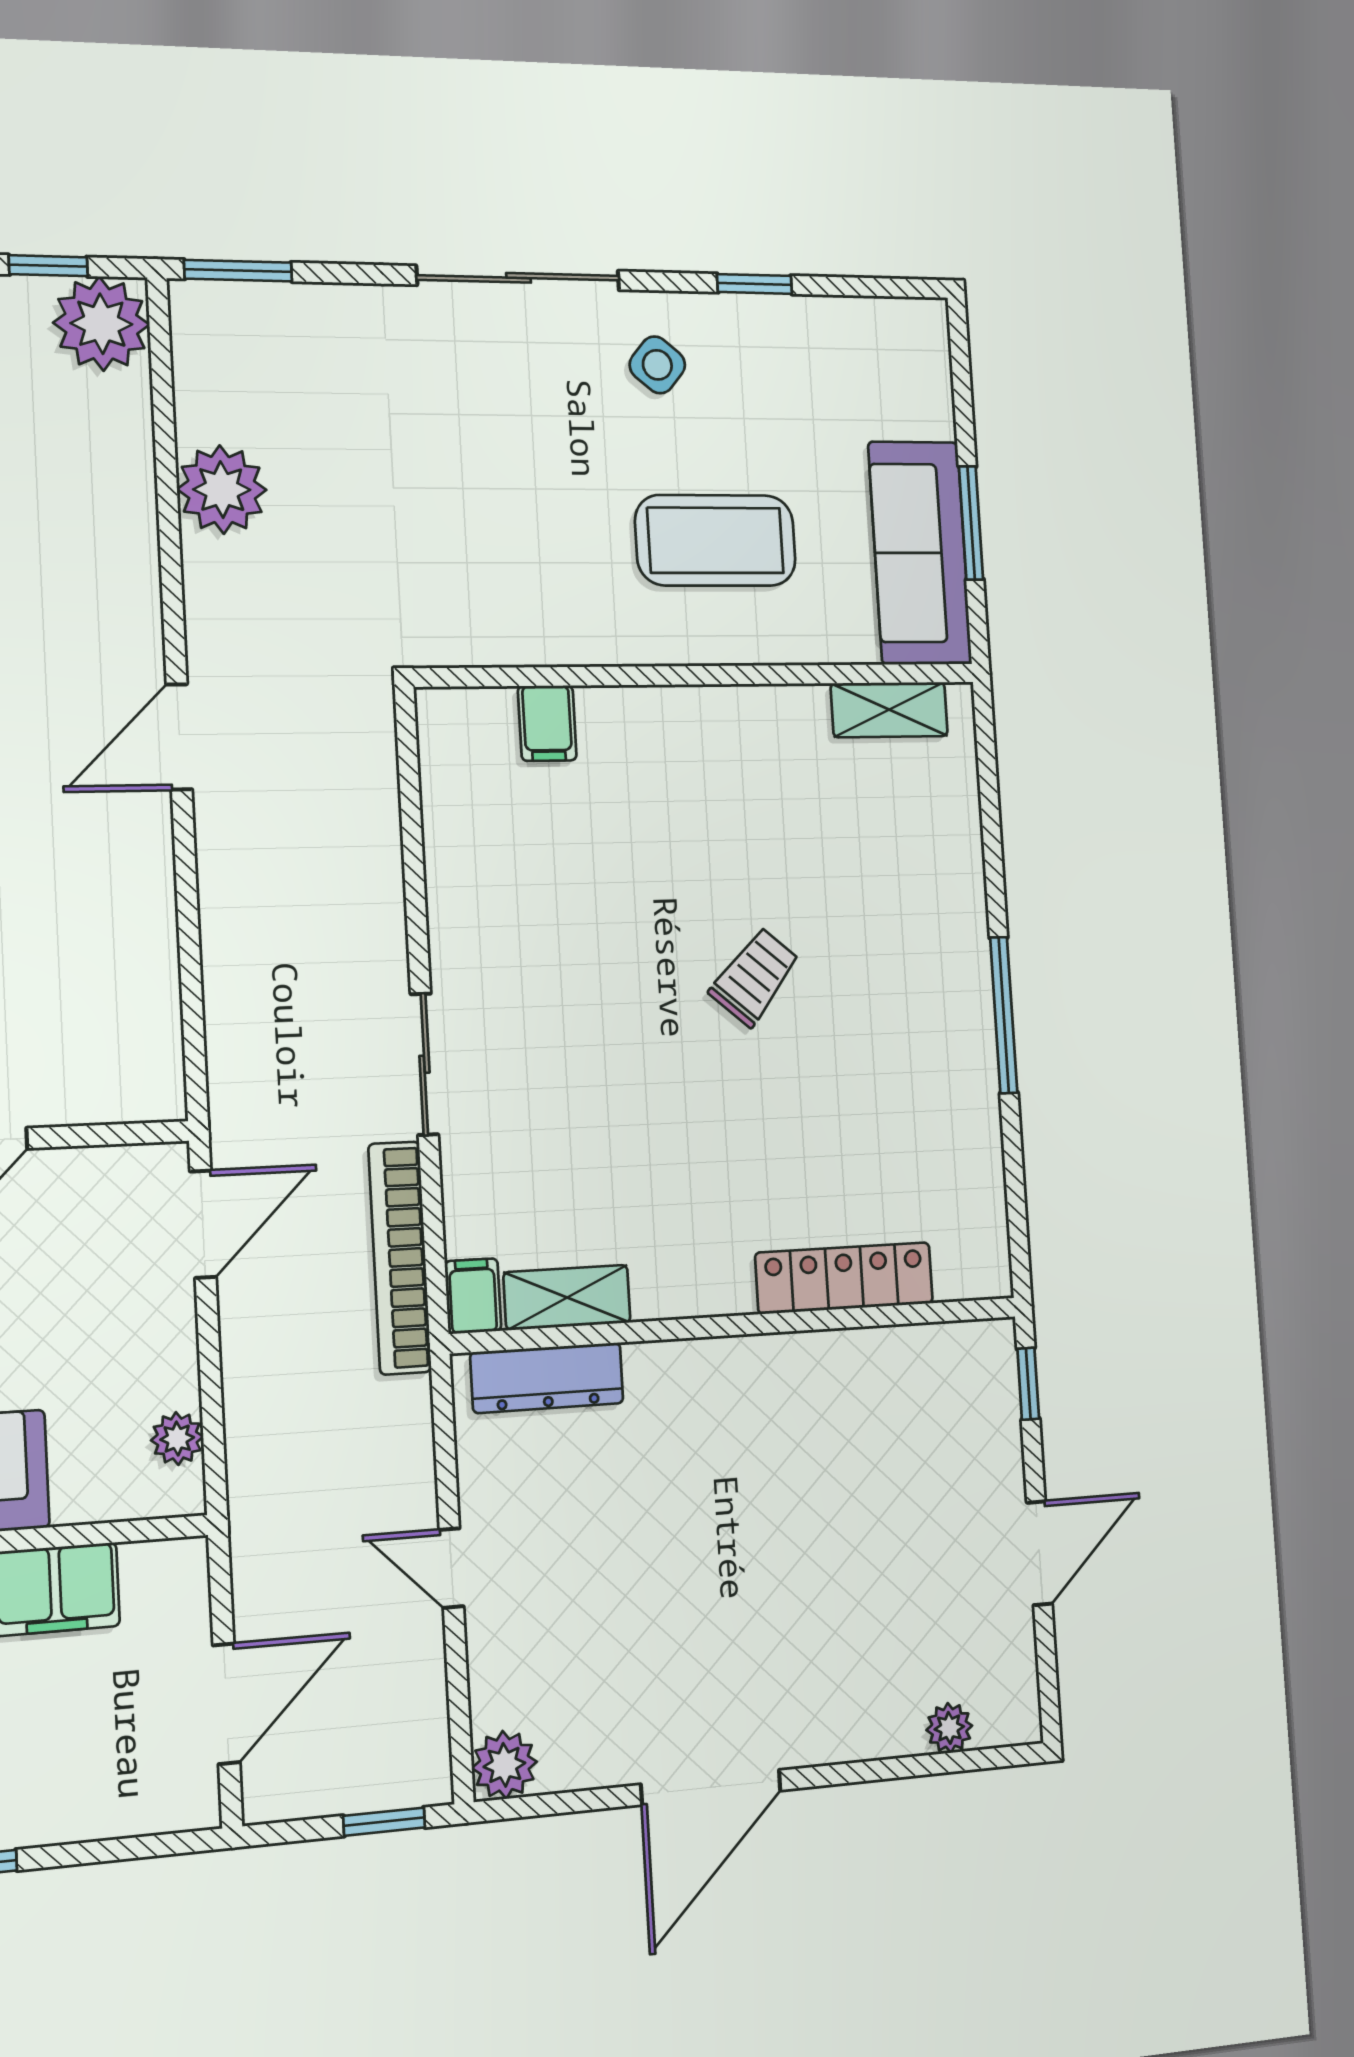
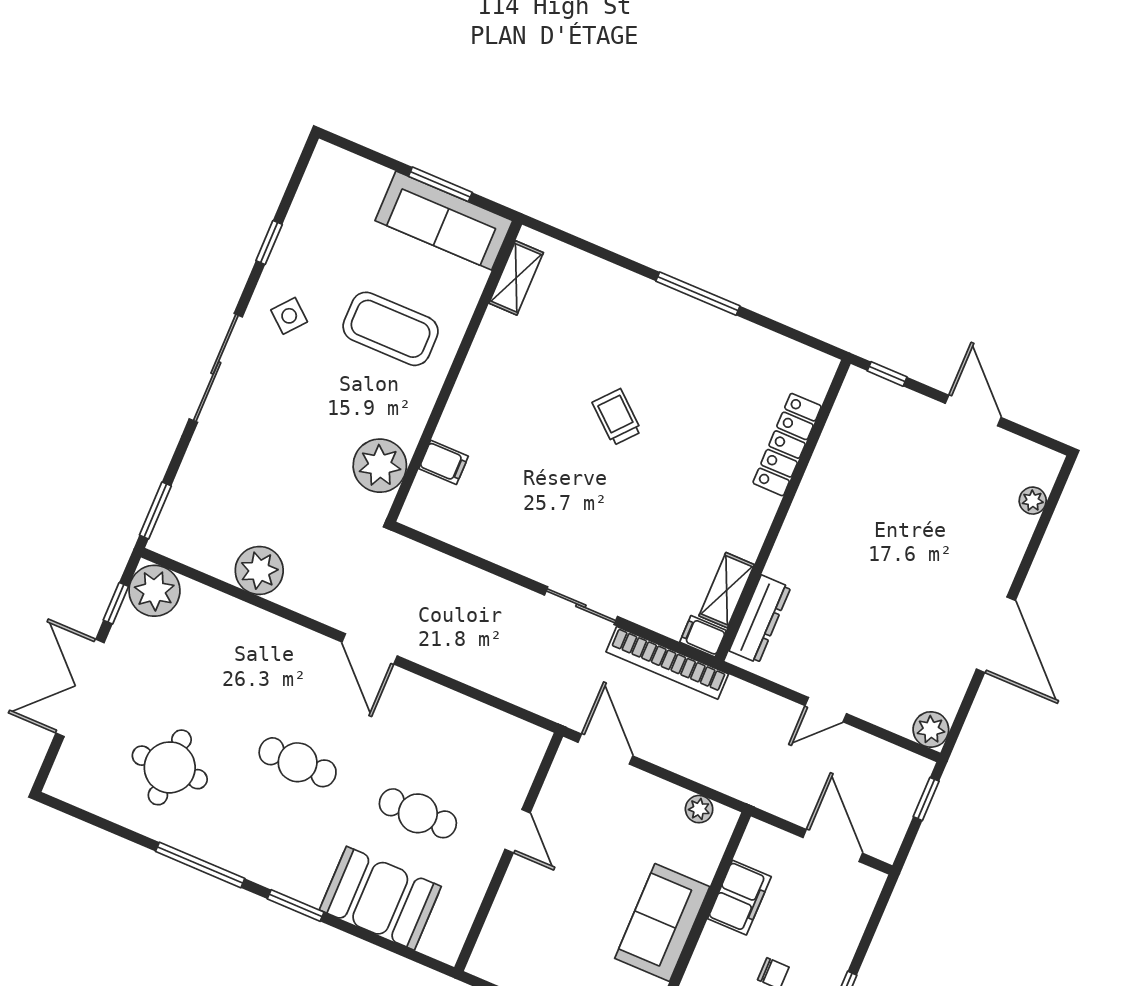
coffee table: (716, 540) -> (391, 329), turned 90
plant: (492, 619) -> (380, 466), added

